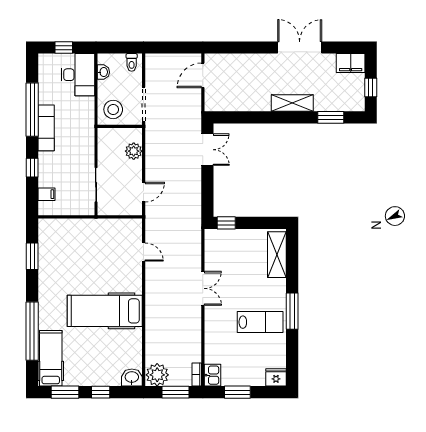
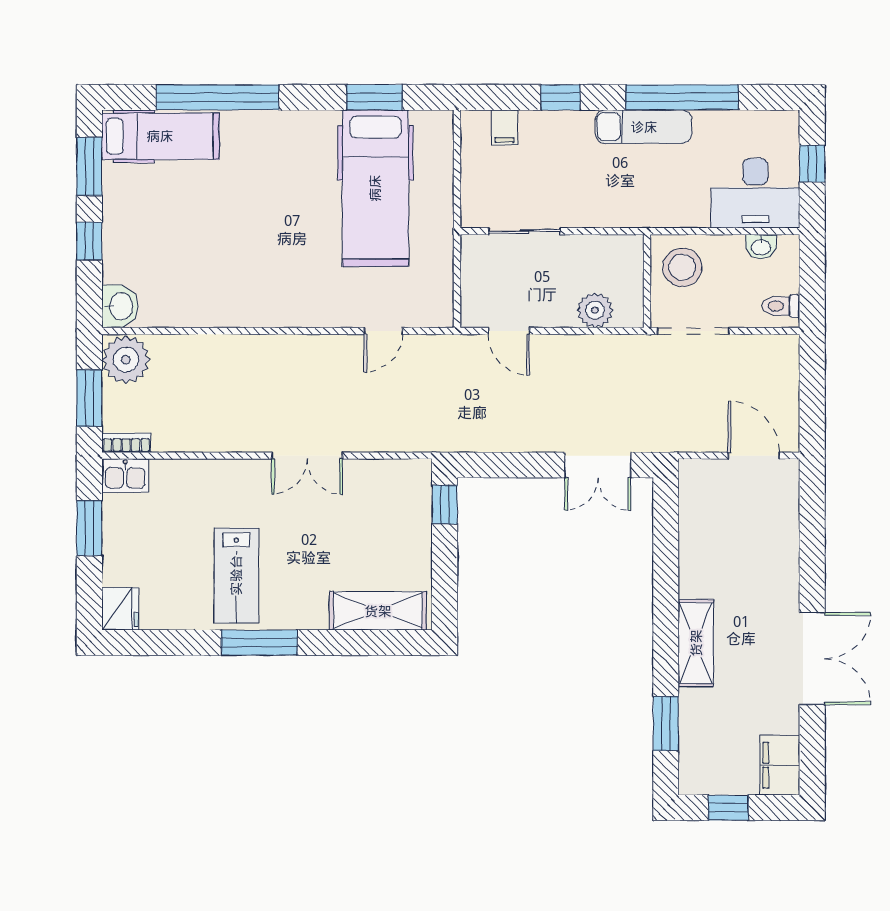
hospital bed: (105, 311) -> (375, 188), moved, turned 180

